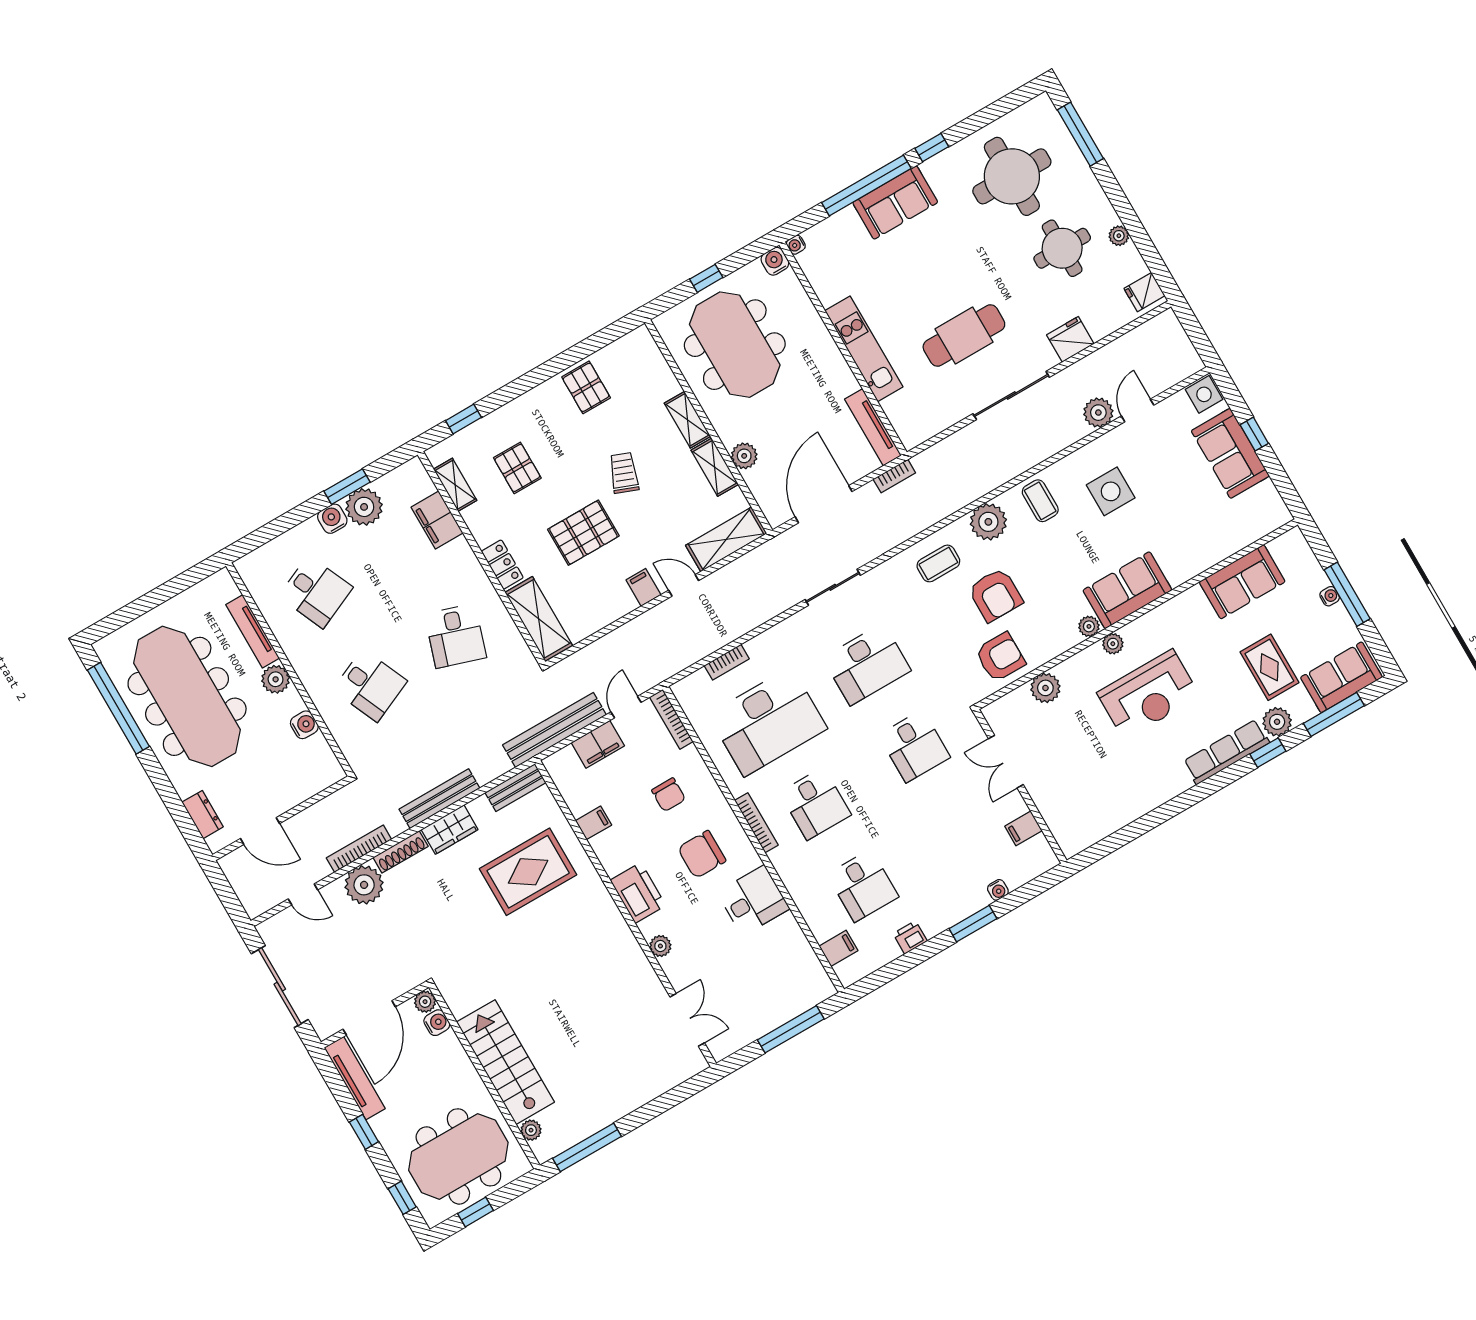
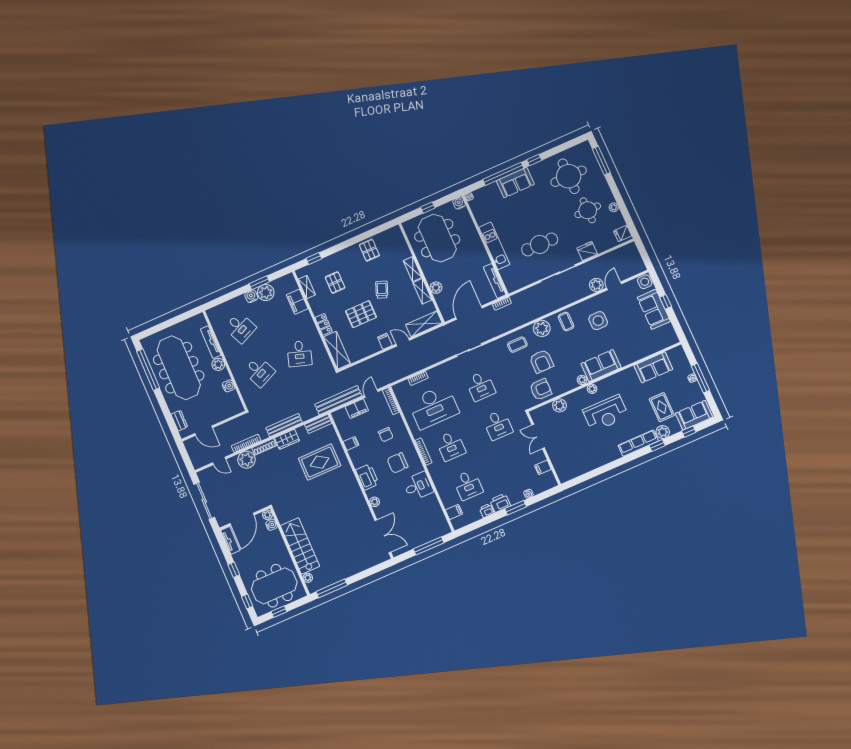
desk: (867, 664) -> (480, 386), width x0.73
window: (1334, 714) -> (689, 432), width x0.46
printer: (938, 917) -> (500, 503), added
double door: (687, 1020) -> (383, 536), width x1.37
tv unit: (355, 1078) -> (230, 540), width x0.71

